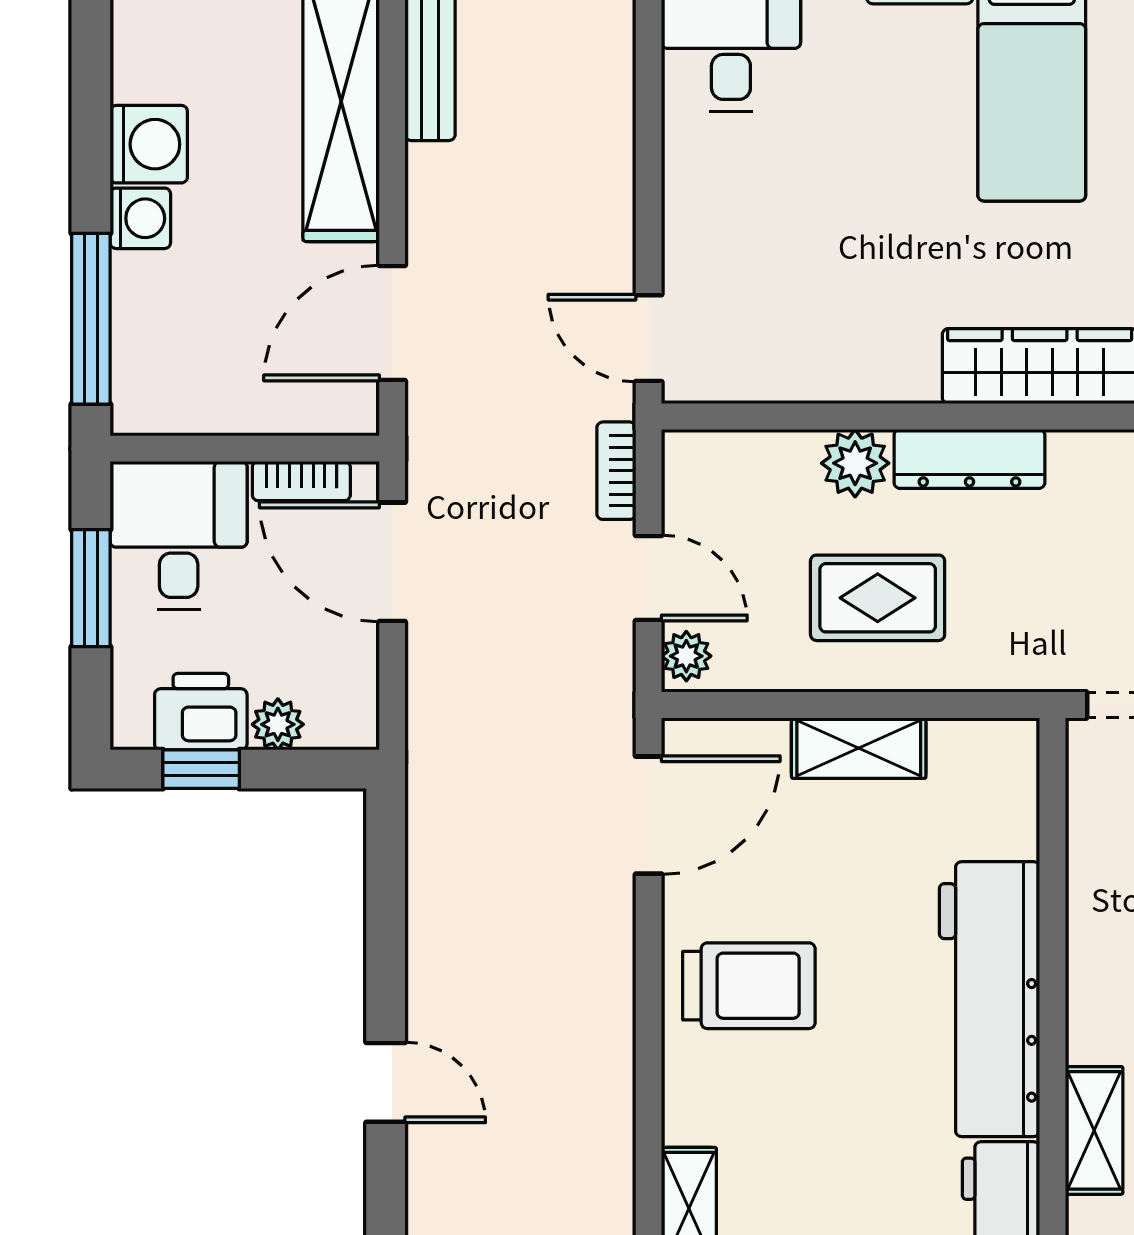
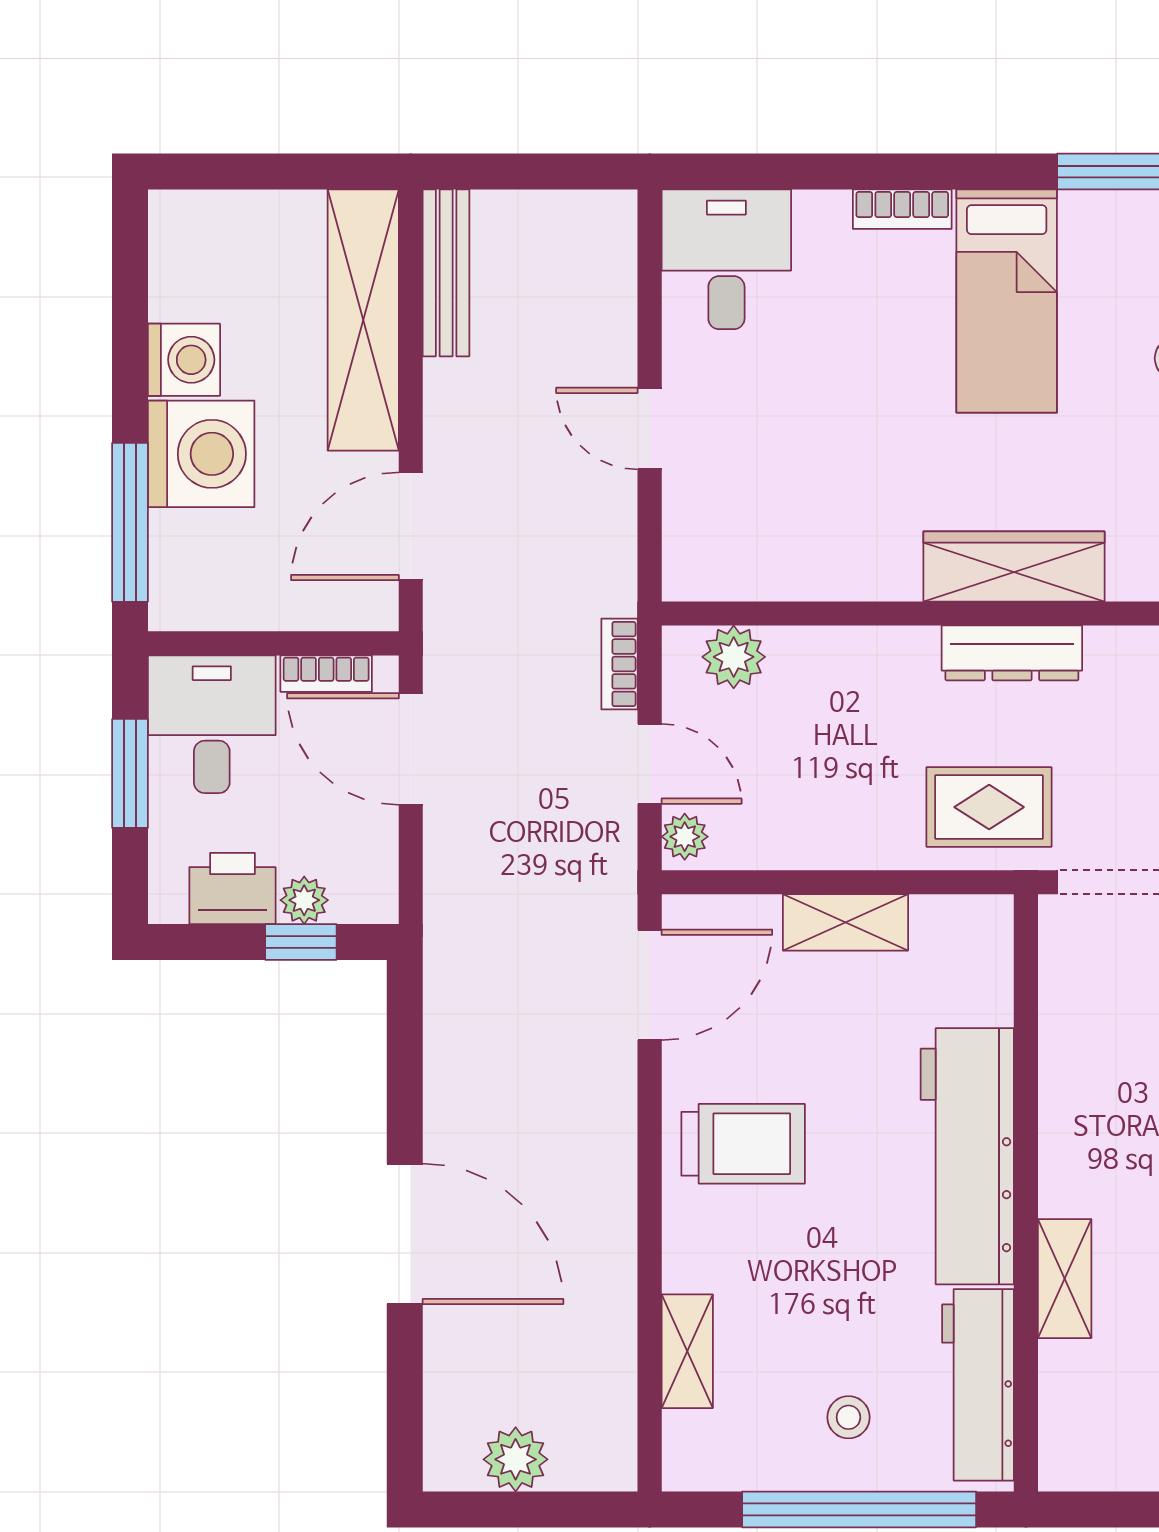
washing machine: (140, 218) -> (201, 454), width x1.89, depth x1.89
door: (649, 338) -> (650, 429), moved
dresser: (969, 459) -> (1012, 653), moved
plant: (855, 463) -> (734, 657), moved
rug: (878, 598) -> (989, 807), moved
window: (201, 769) -> (301, 942), moved
door: (386, 1082) -> (405, 1234), width x1.88

